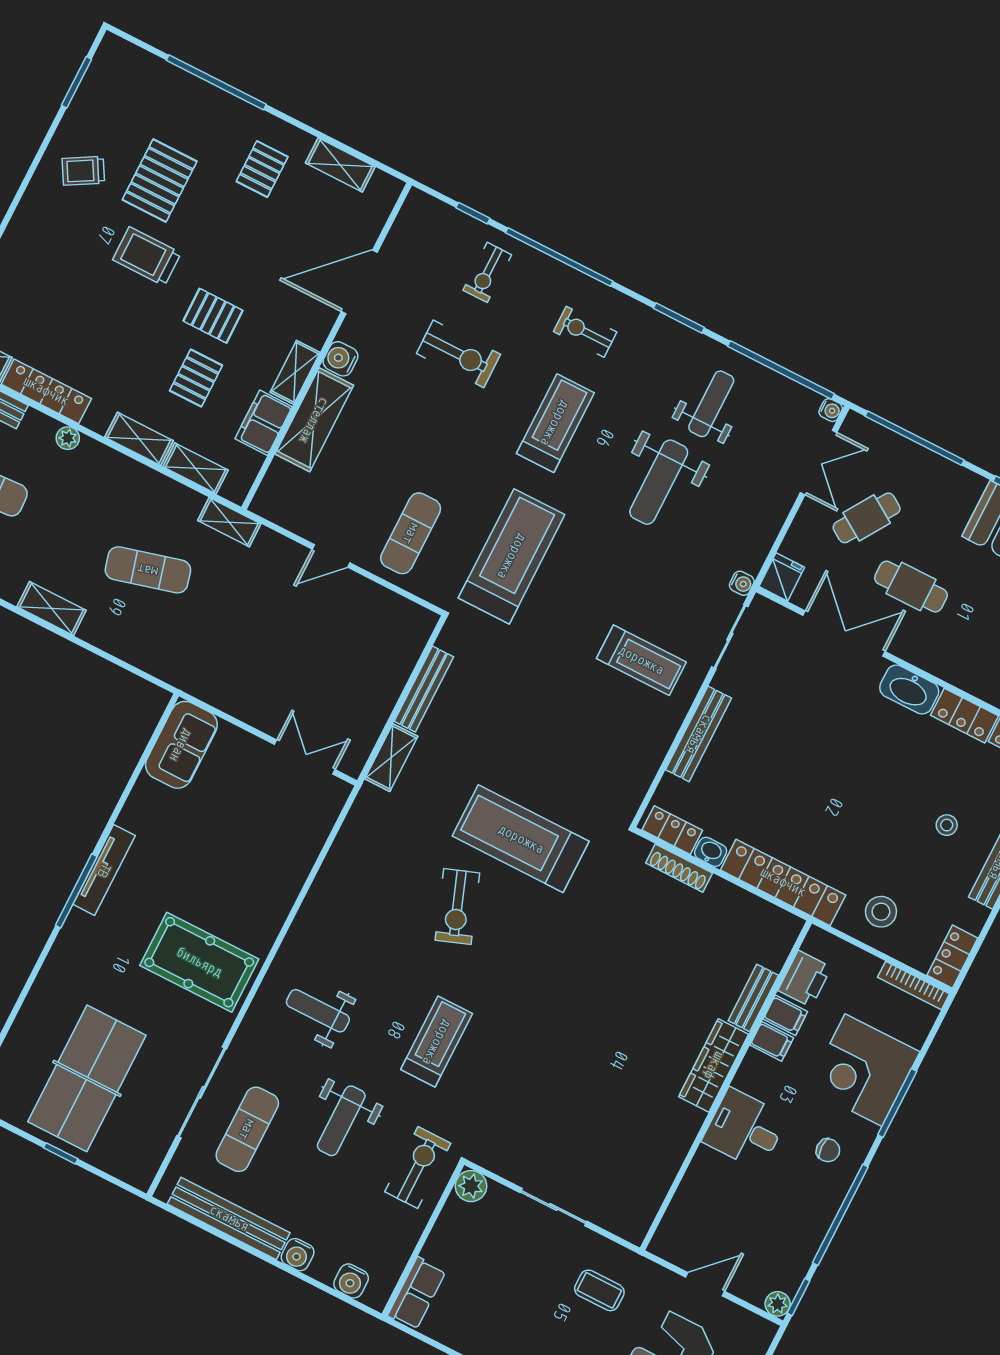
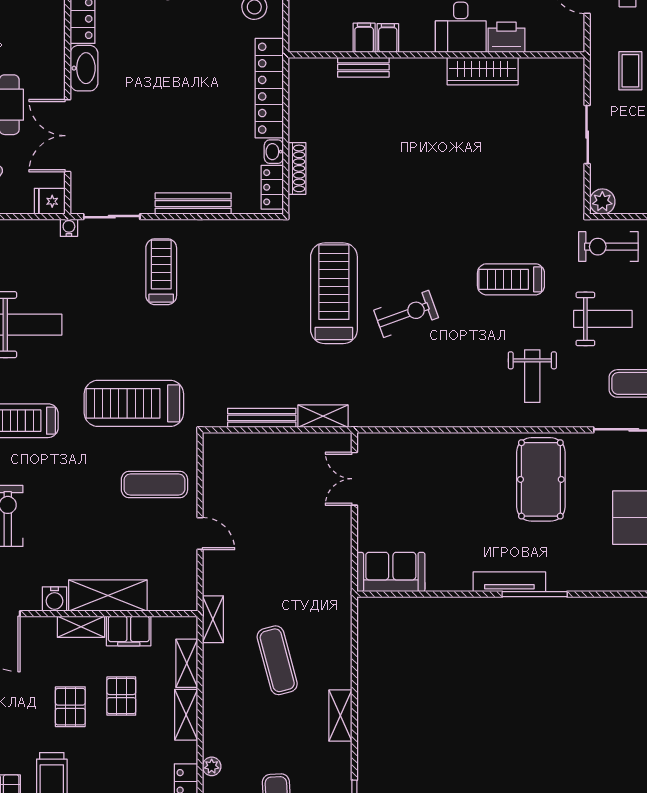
pallet: (196, 378) -> (121, 696), turned 90
treadmill: (521, 839) -> (334, 293), turned 180
printer: (805, 979) -> (506, 37), moved
wardrobe: (714, 1065) -> (483, 71), moved

